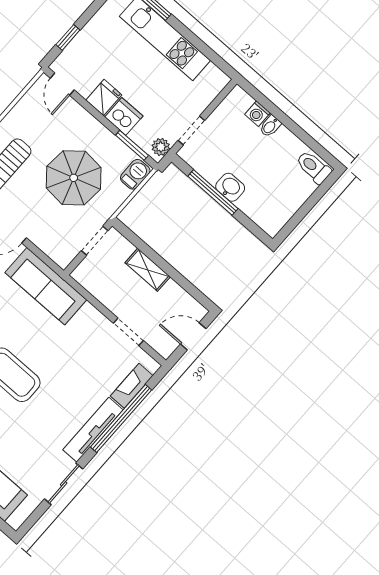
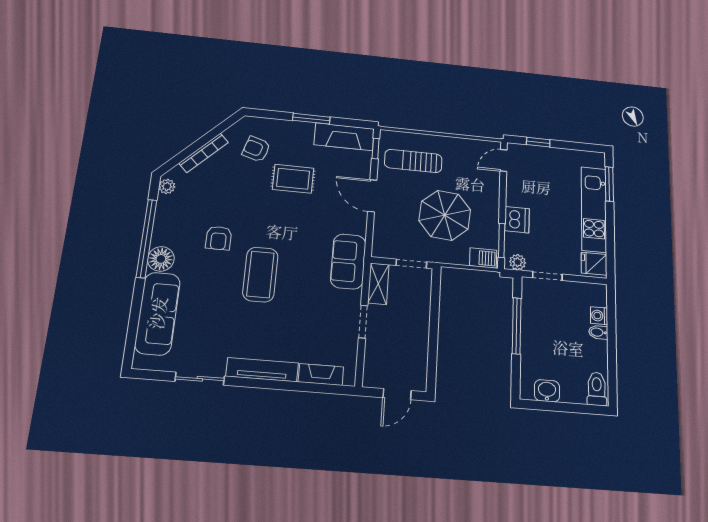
fridge: (104, 98) -> (594, 264), moved, turned 180
washbasin: (230, 187) -> (547, 391), moved, turned -90
shelving: (148, 270) -> (378, 284), moved
sofa: (46, 286) -> (348, 261), width x0.73
doorway: (128, 332) -> (363, 322), moved
door: (193, 336) -> (397, 394), swing flipped
window: (121, 418) -> (288, 386), removed

